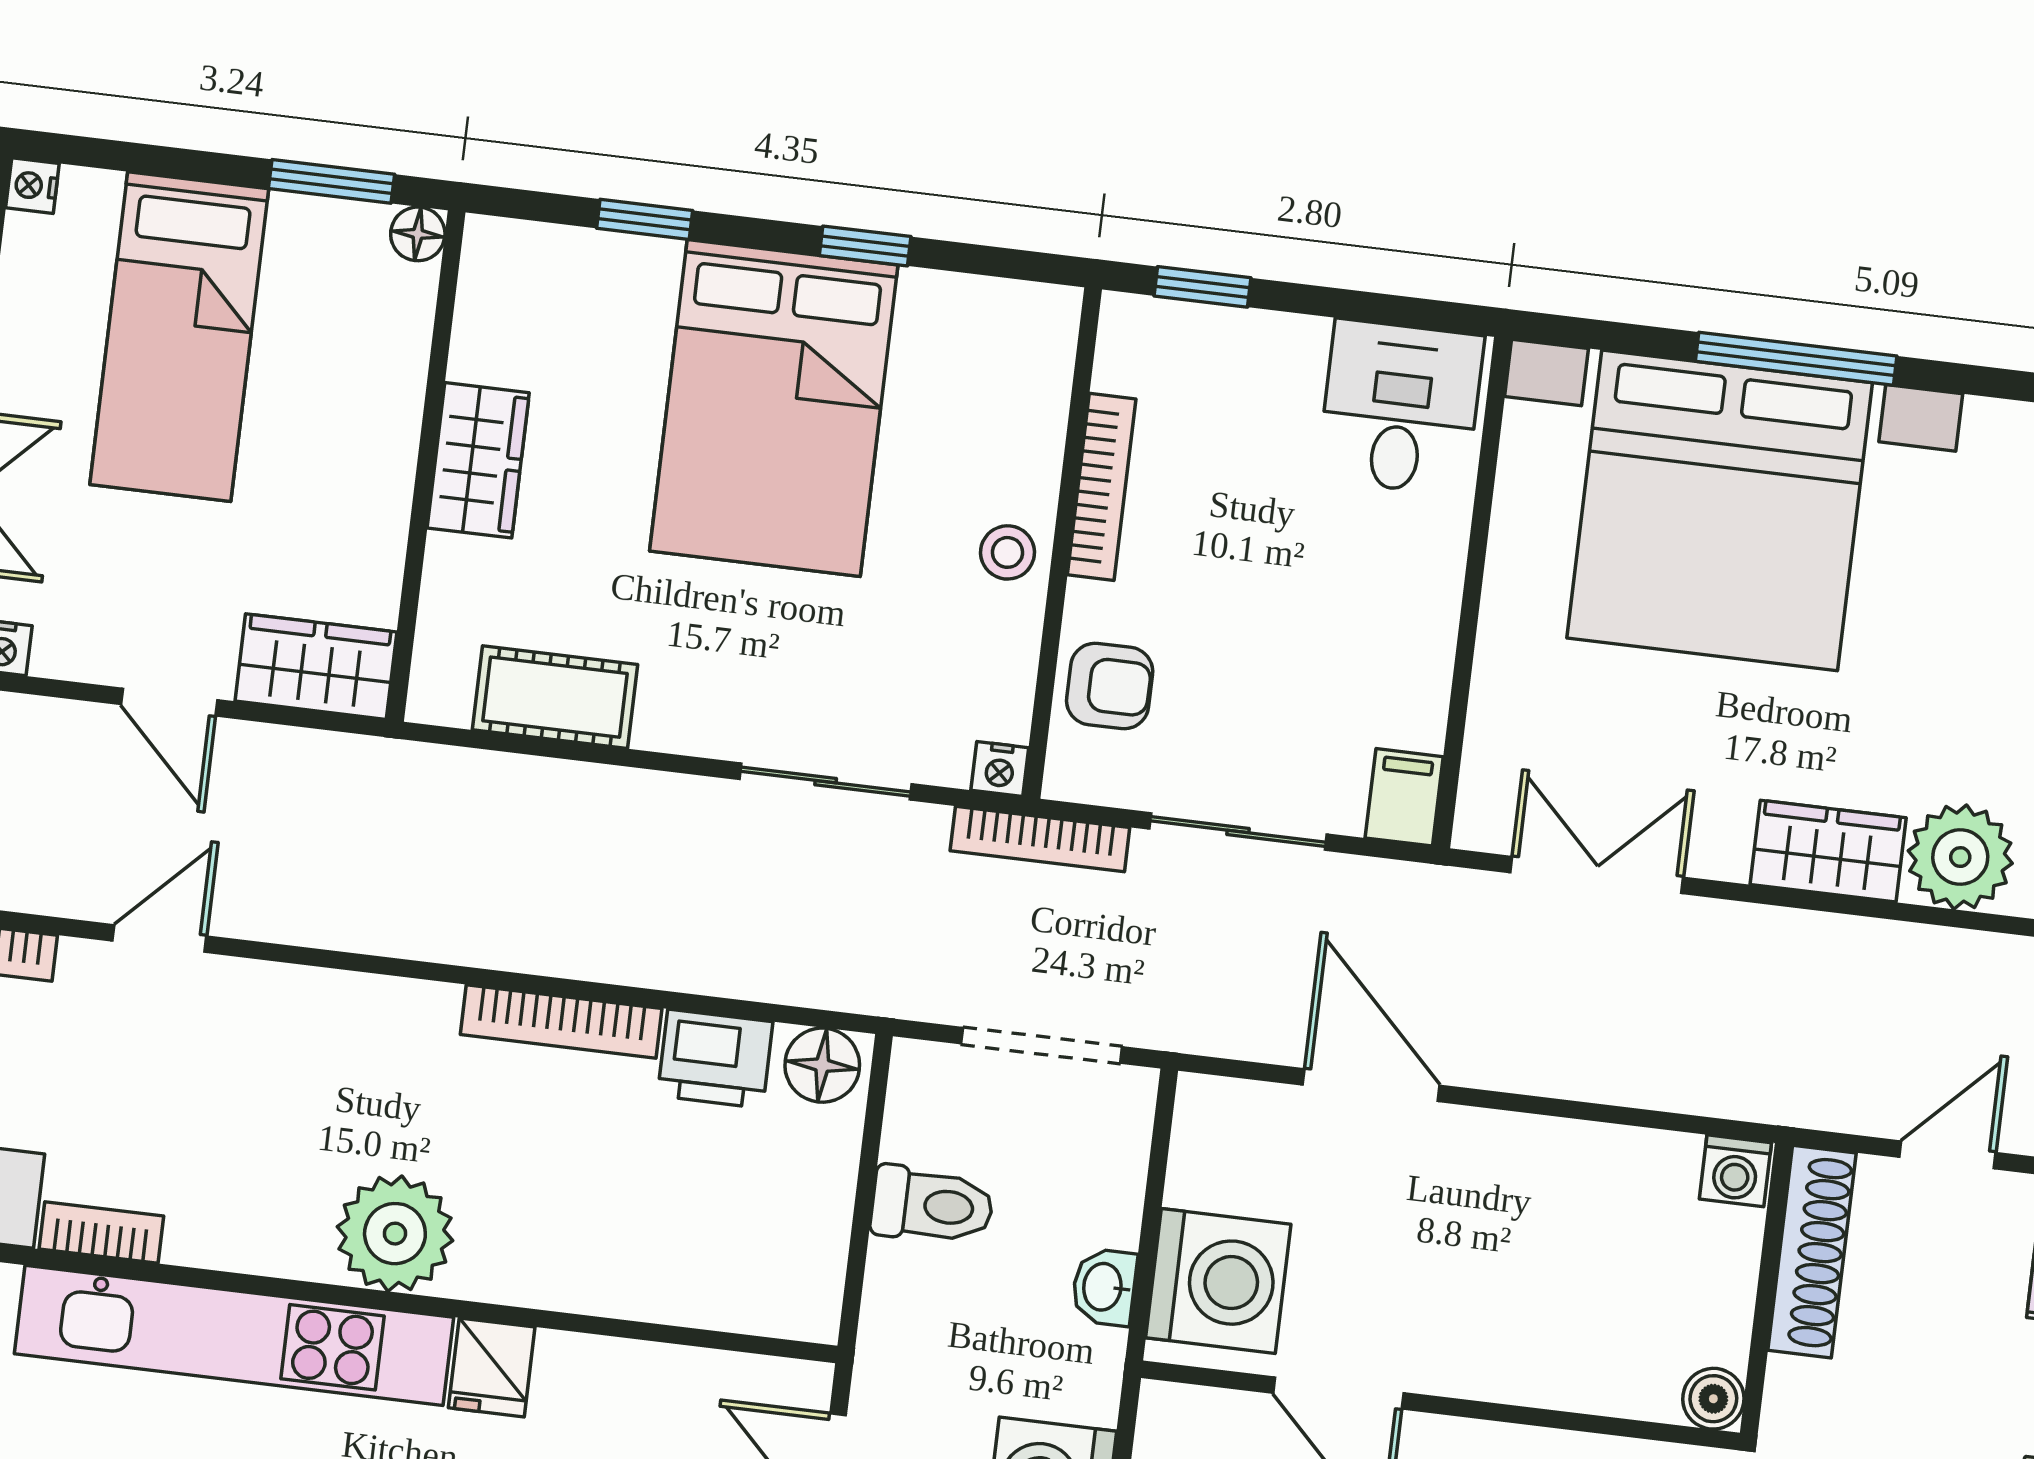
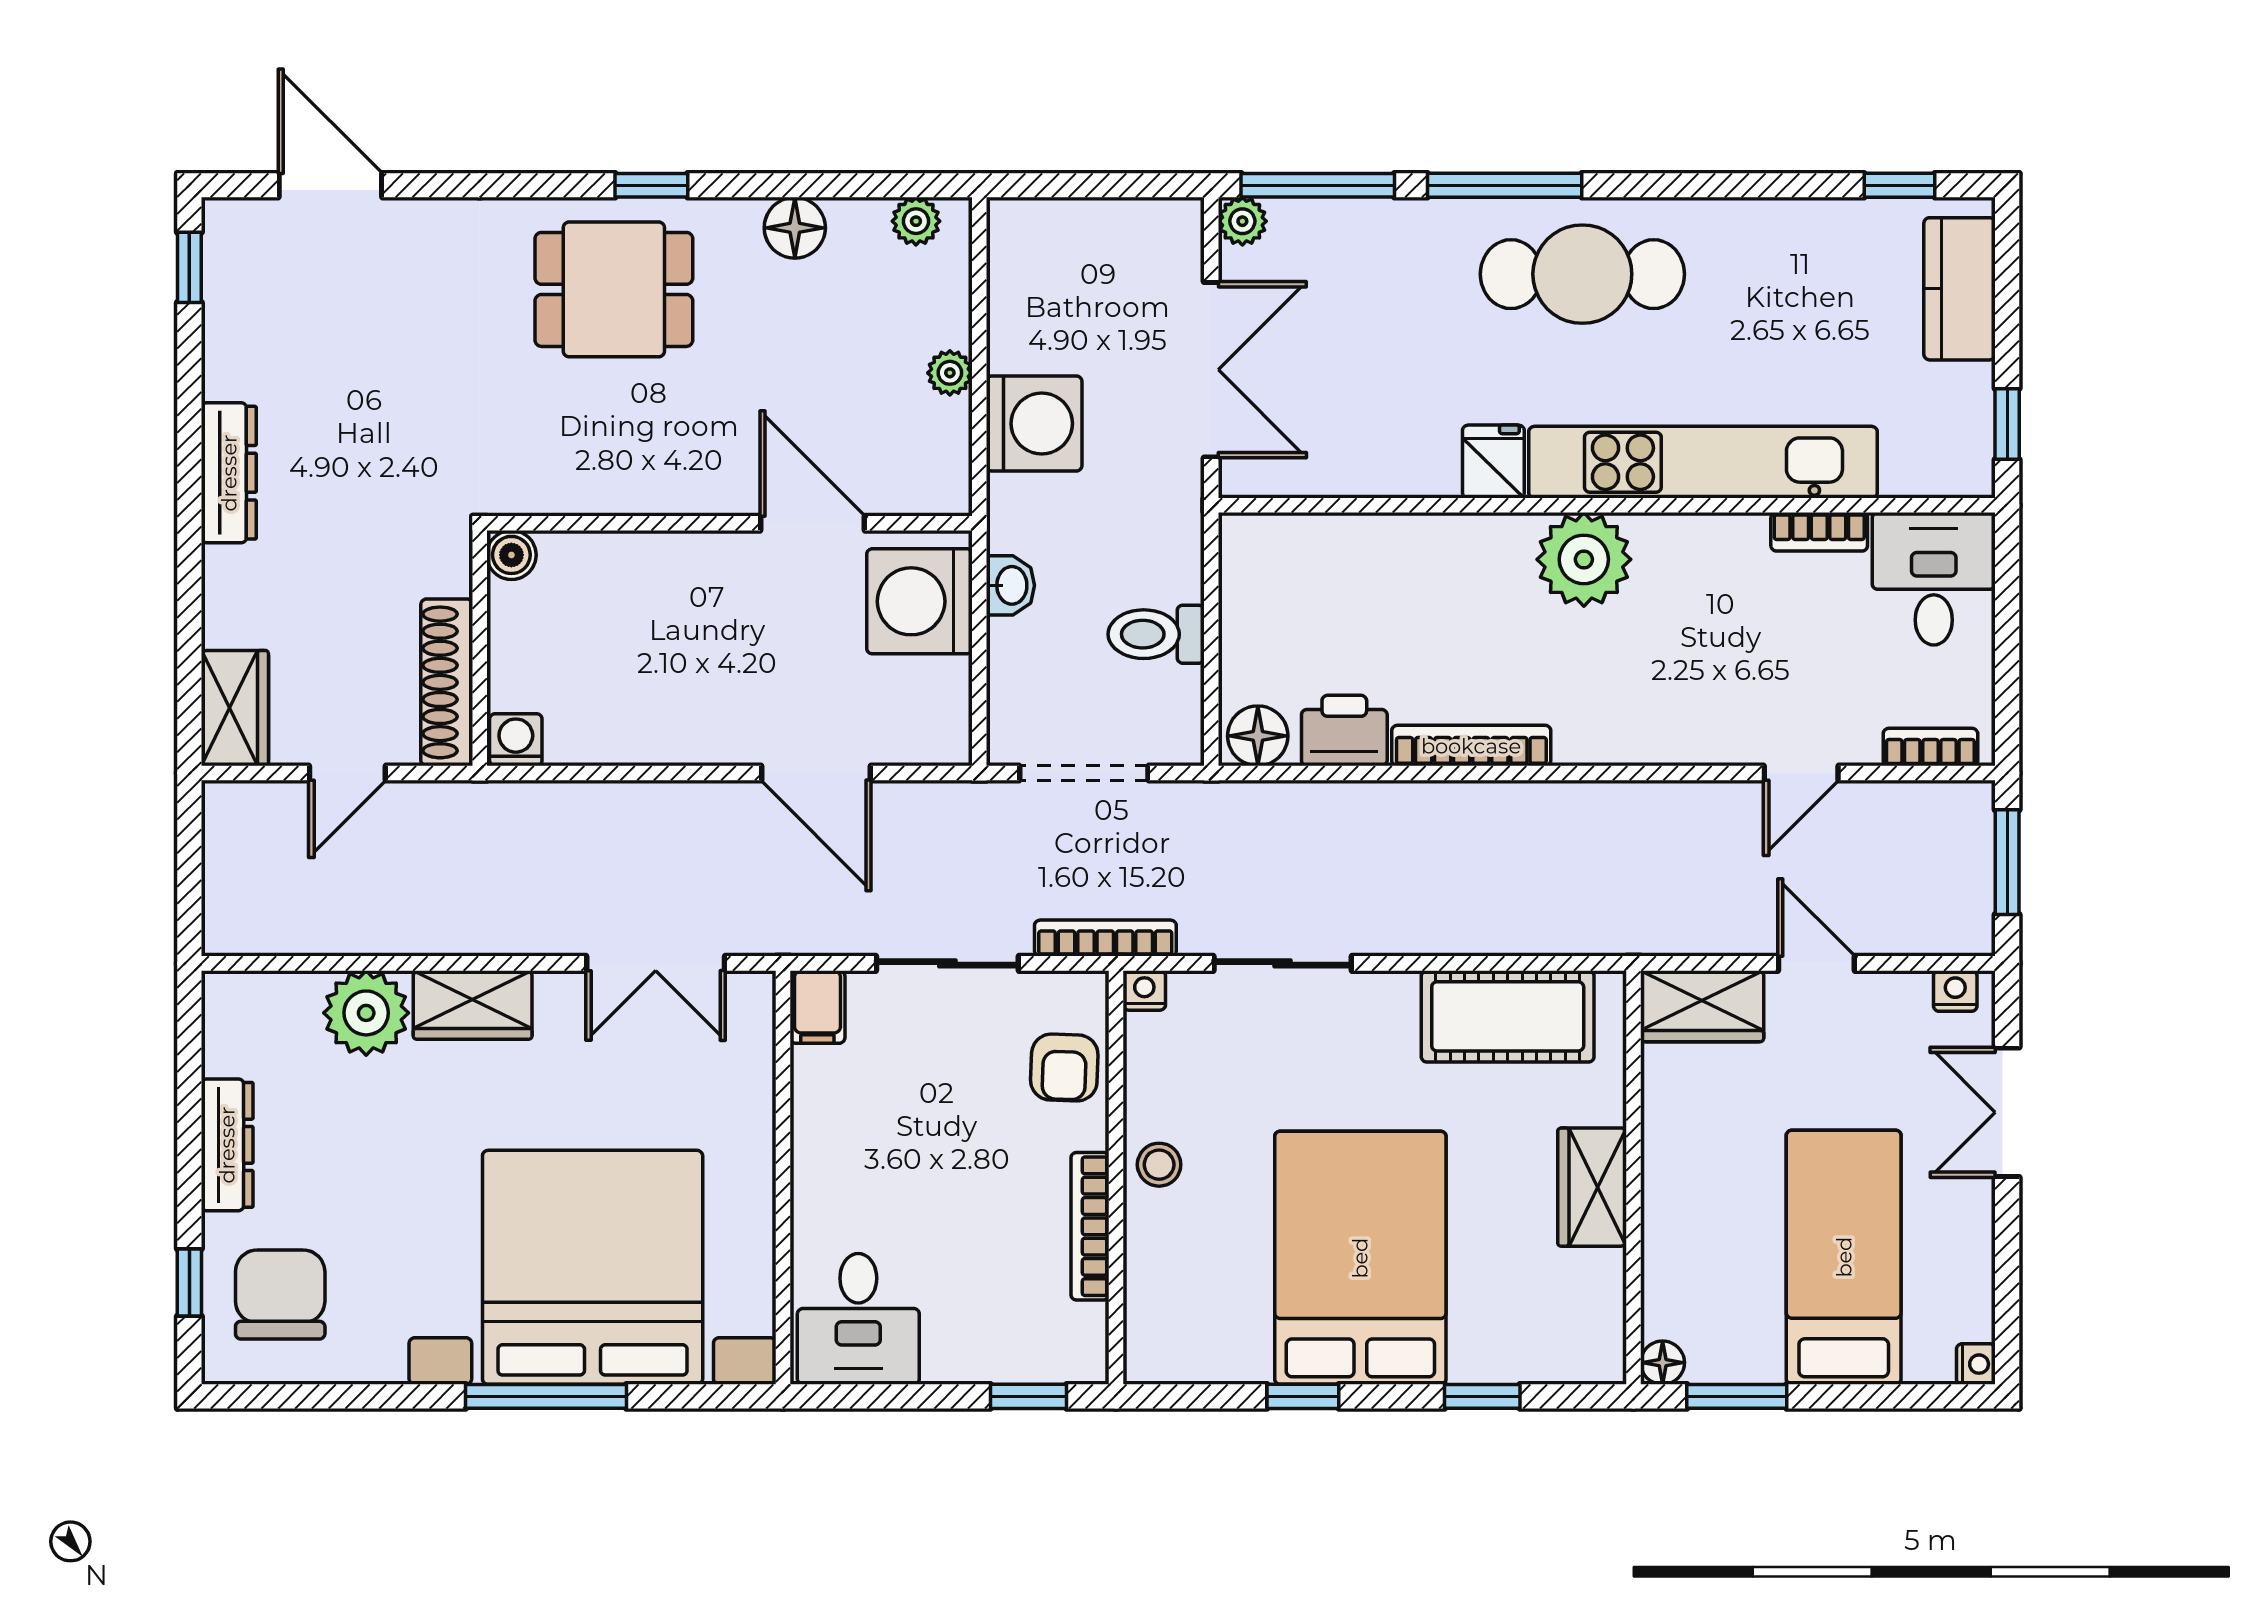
armchair: (1110, 686) -> (1064, 1068), turned -88
cot: (555, 697) -> (1508, 1016), width x1.37, depth x1.34

